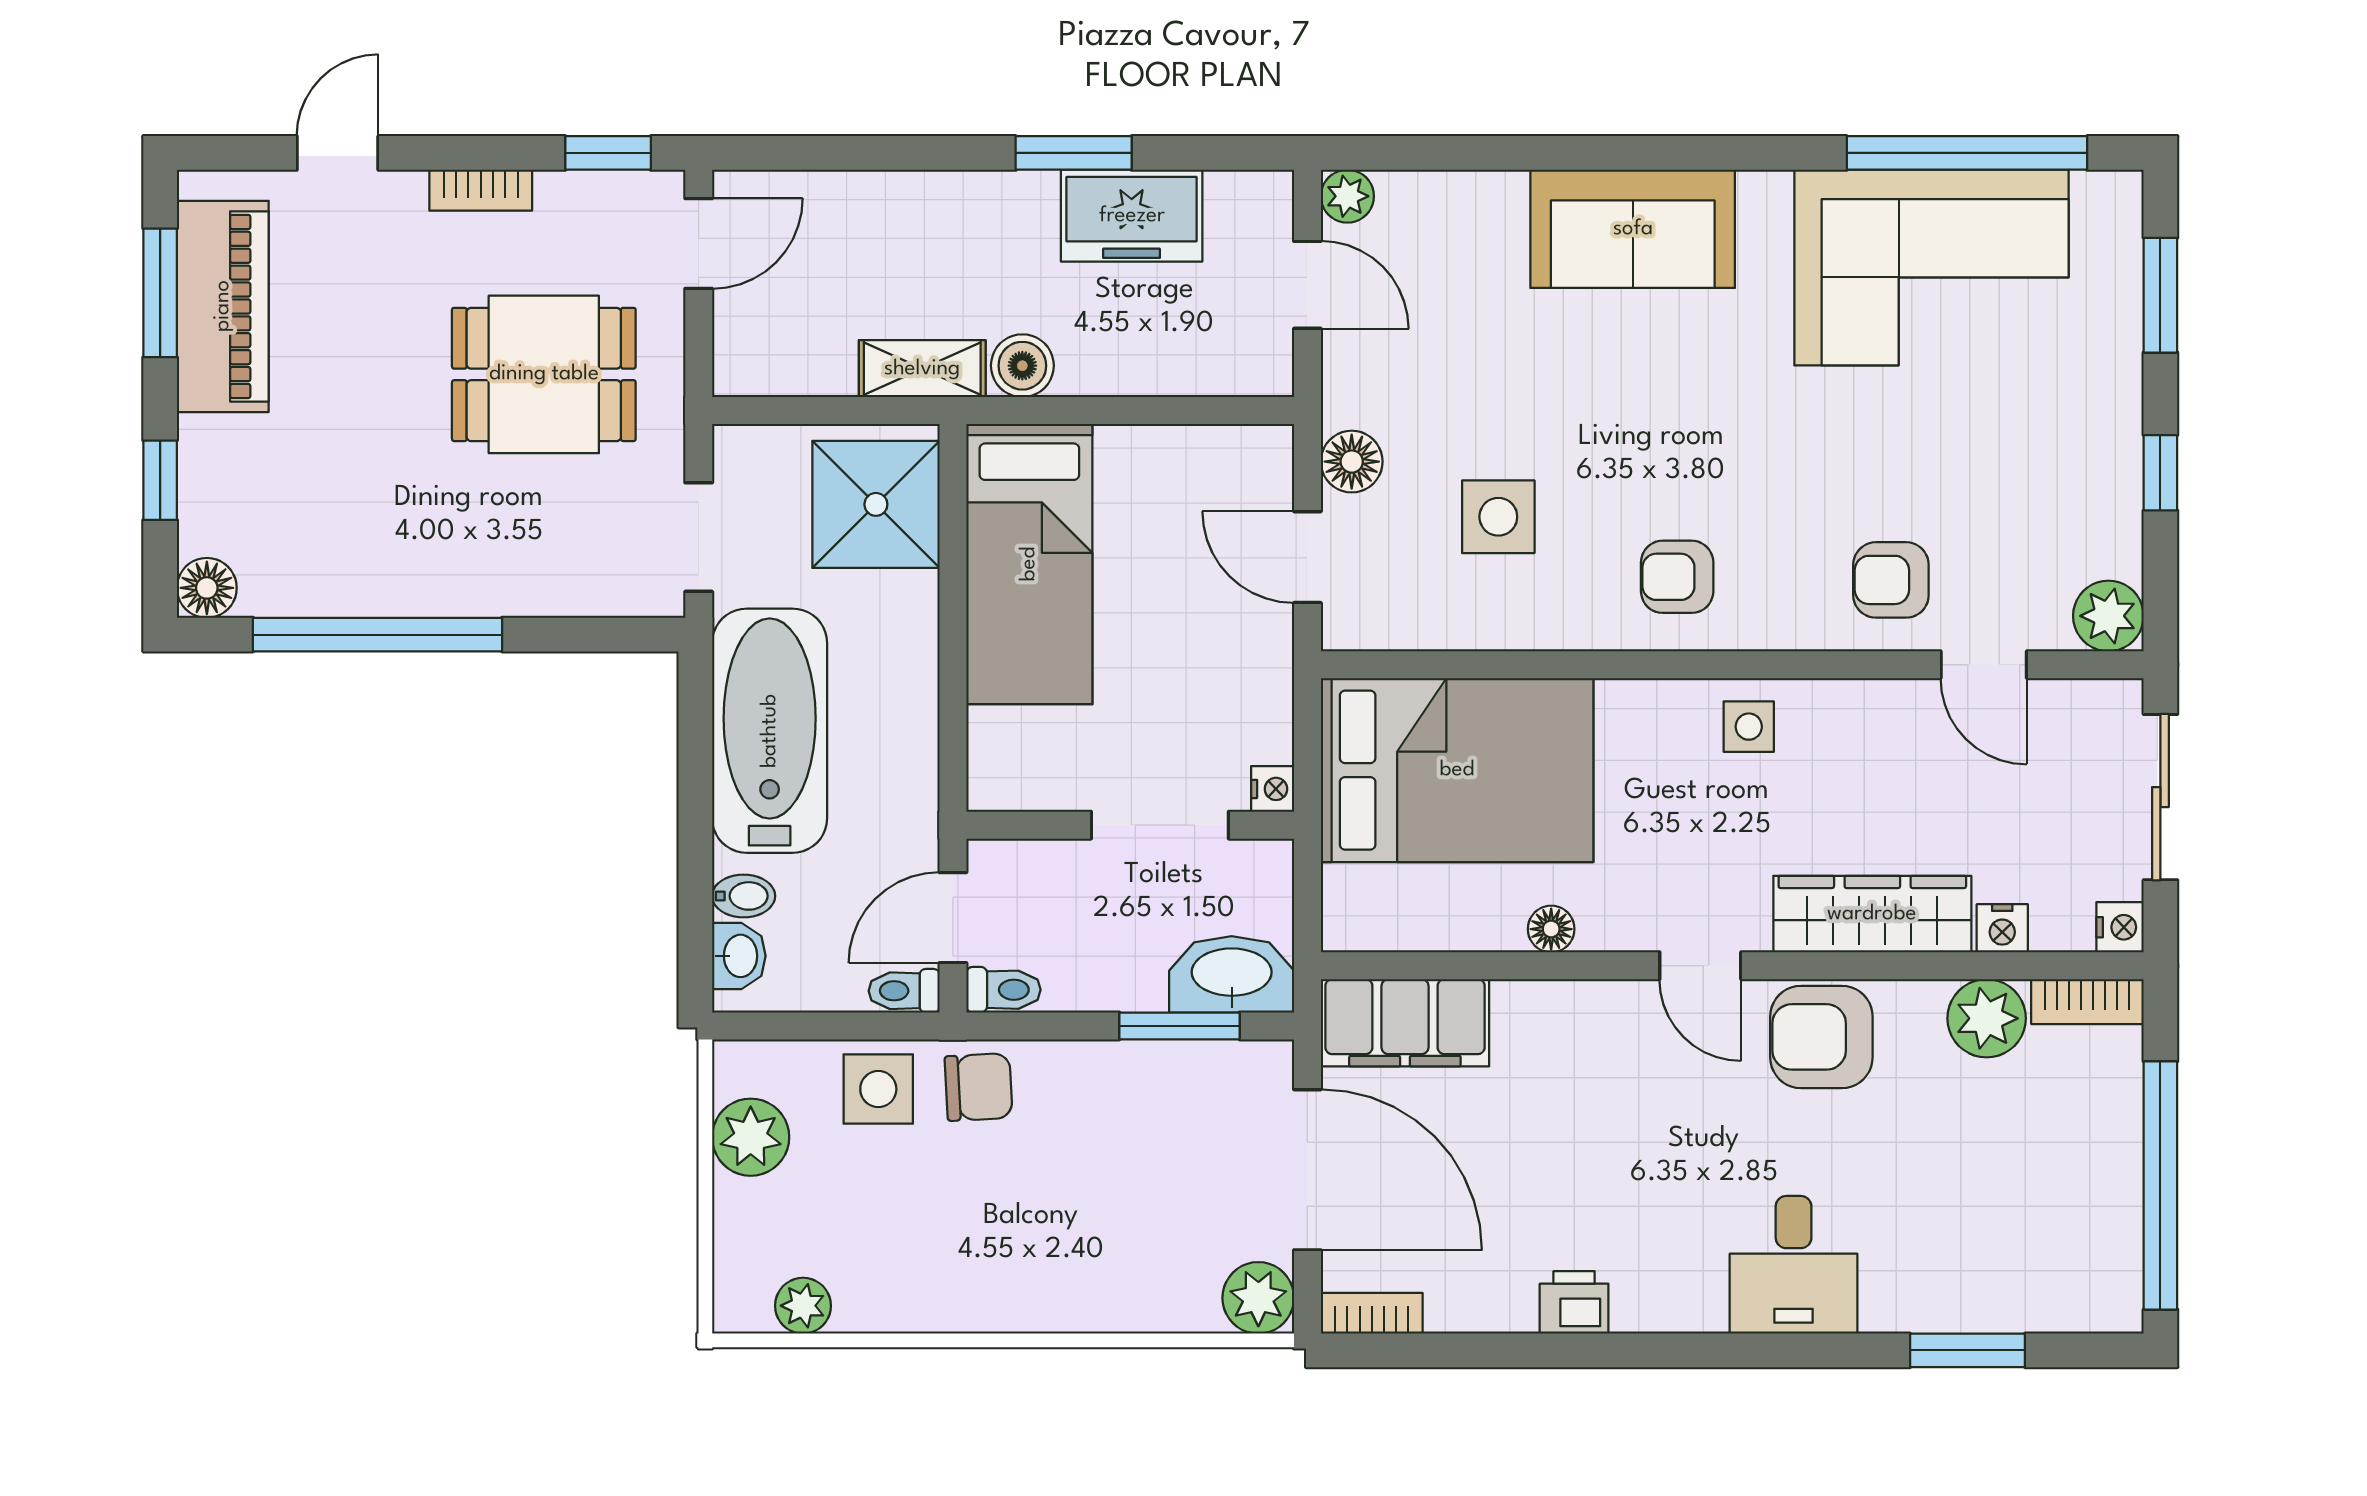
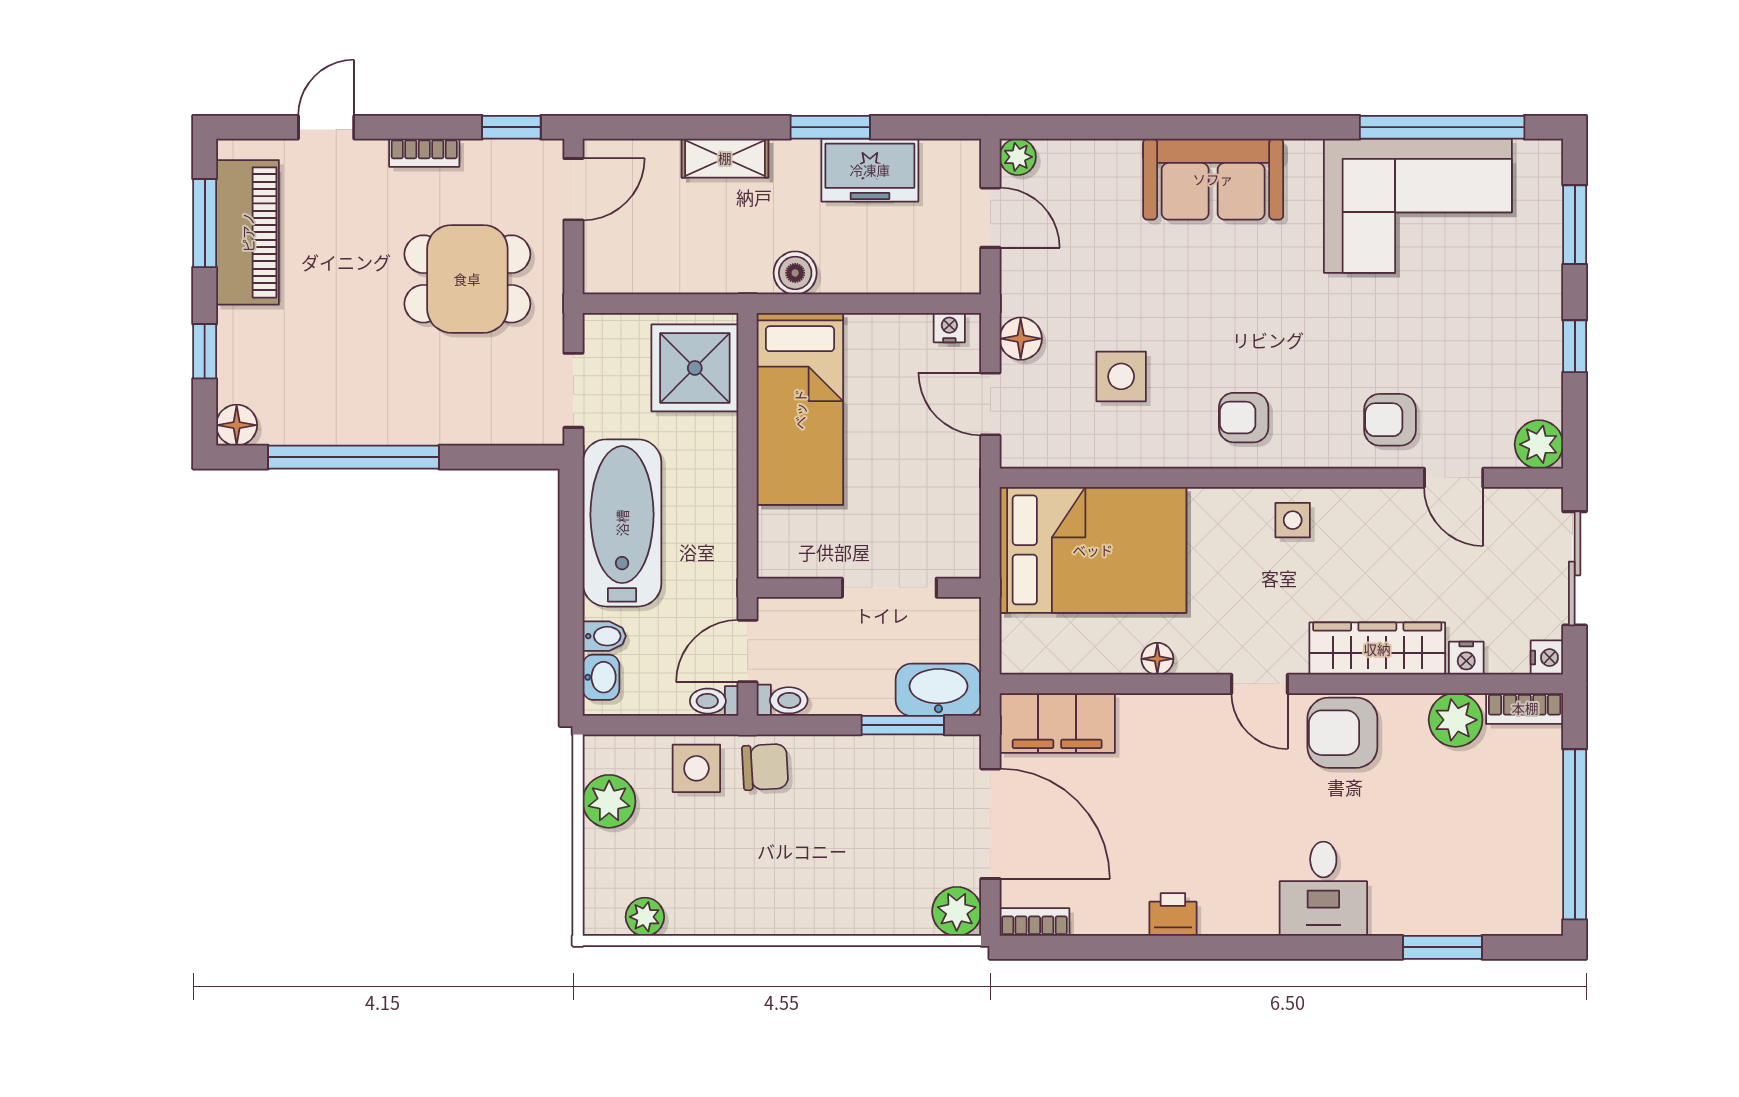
shelving: (922, 369) -> (725, 158), moved
nightstand: (1273, 789) -> (949, 328), moved, turned -90

